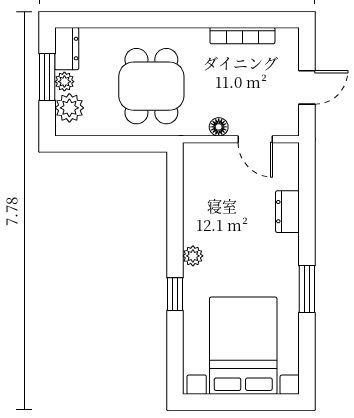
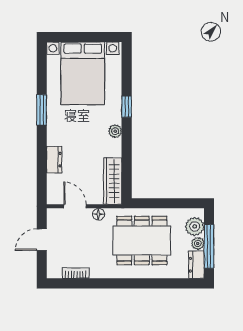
bookcase: (242, 36) -> (76, 273), width x0.64
window: (47, 77) -> (209, 246), width x1.44
dining table: (151, 86) -> (142, 240), width x1.38
wardrobe: (197, 178) -> (113, 181), added

